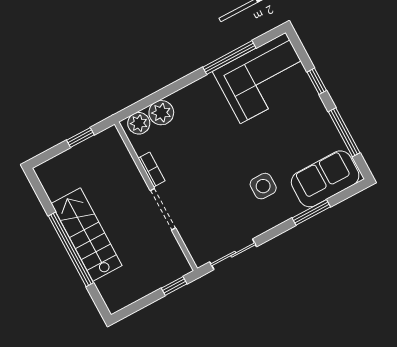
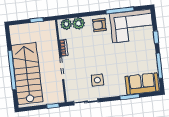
armchair: (201, 100) -> (99, 25), added
side table: (263, 186) -> (97, 80), moved
stairs: (87, 234) -> (27, 73), width x1.36, depth x1.51

